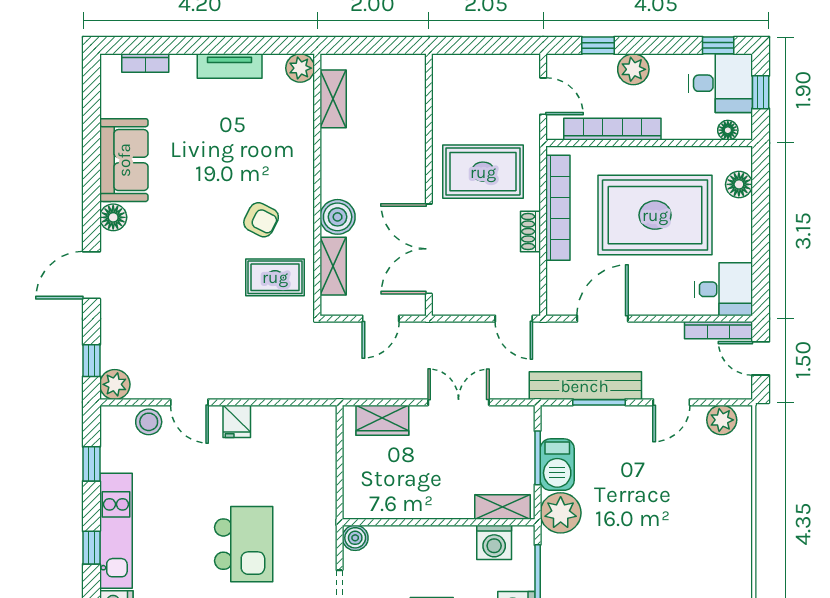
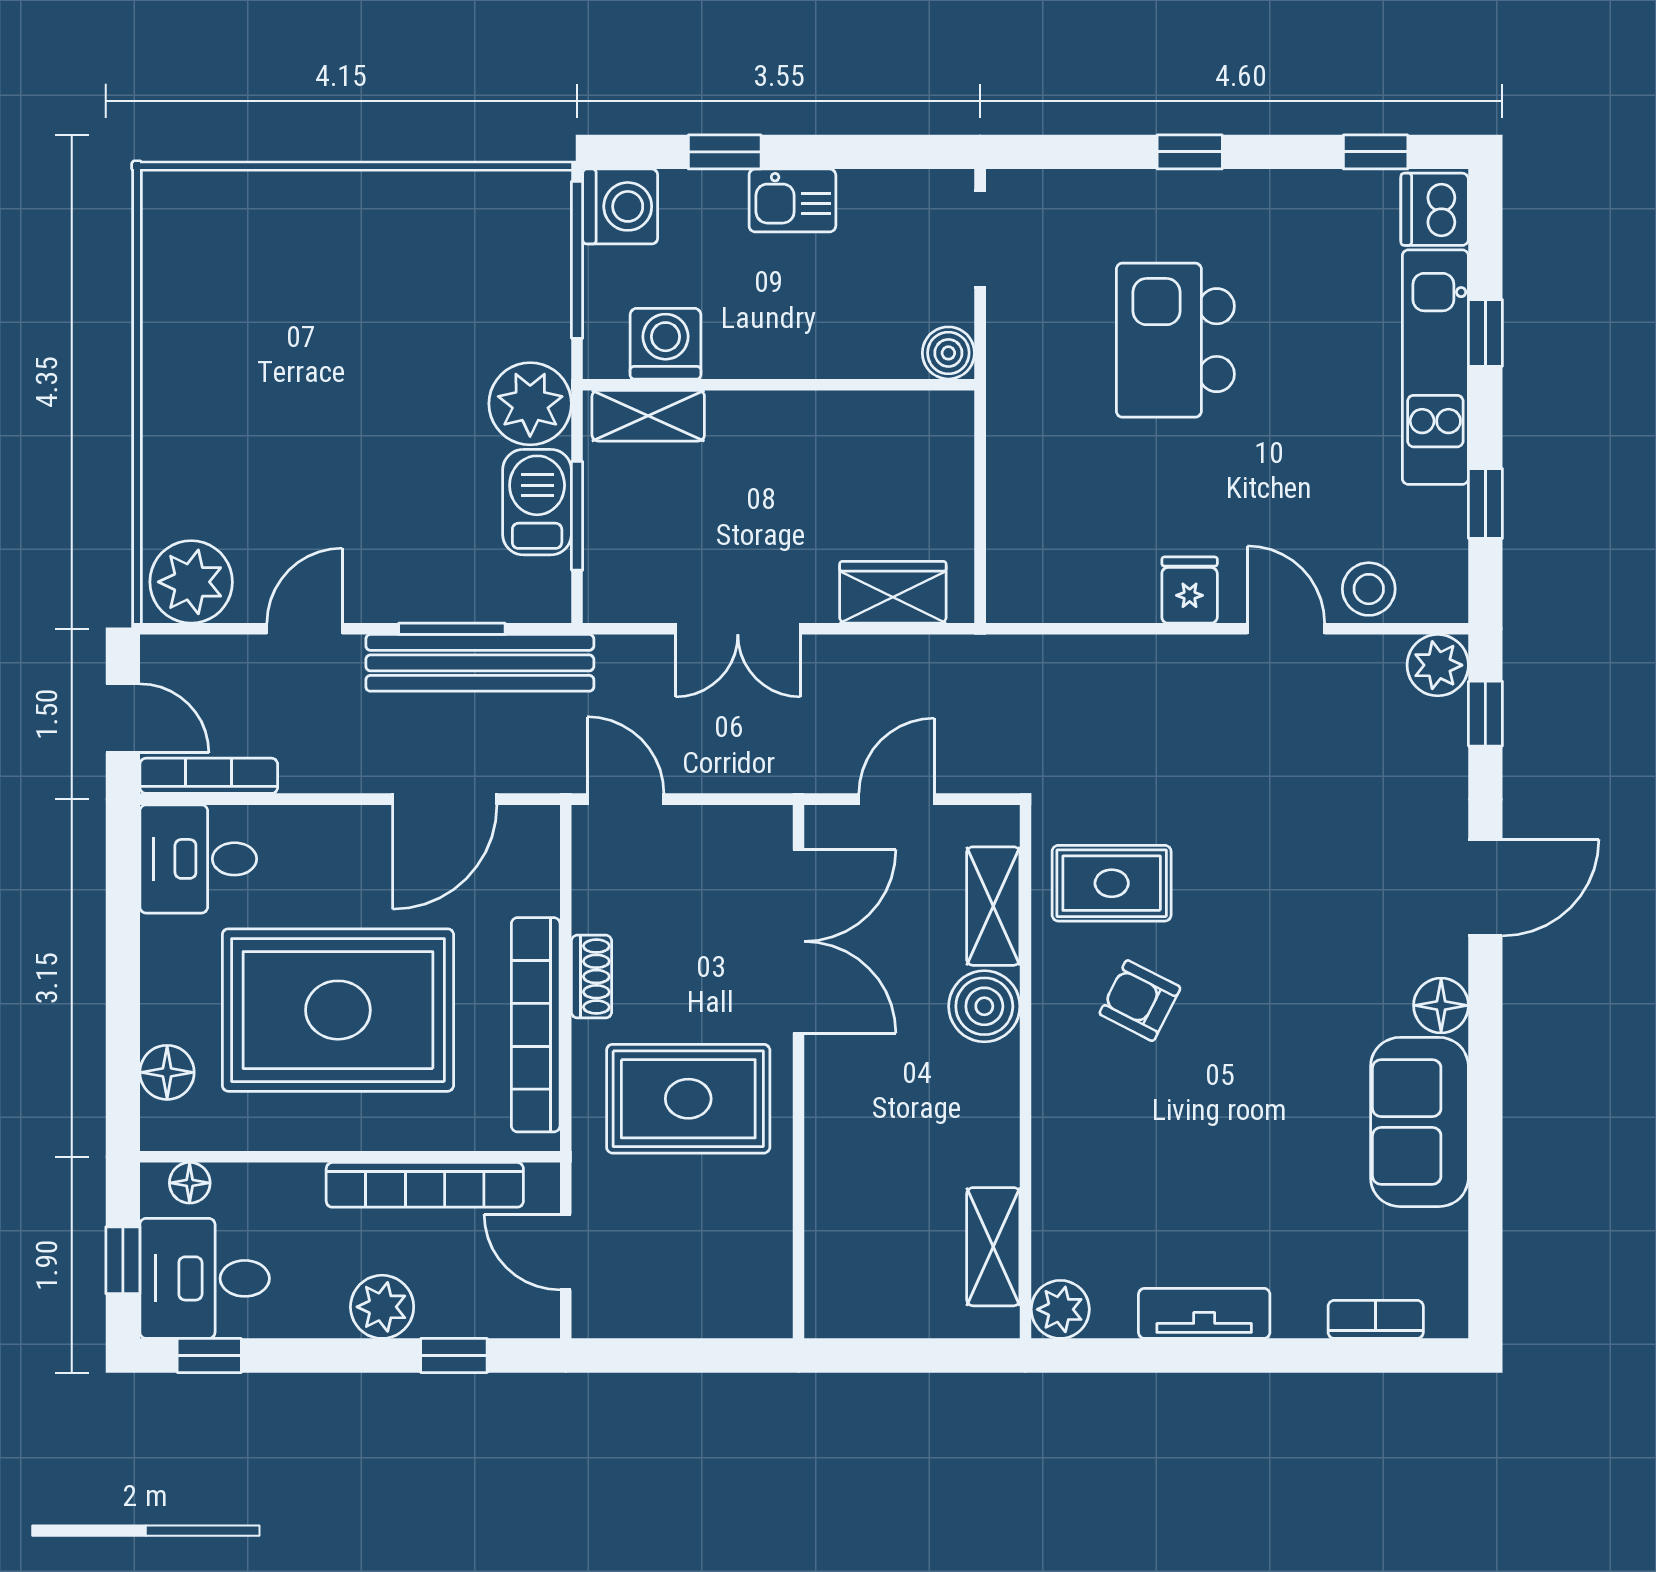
plant: (722, 420) -> (191, 582), width x1.36, depth x1.36

